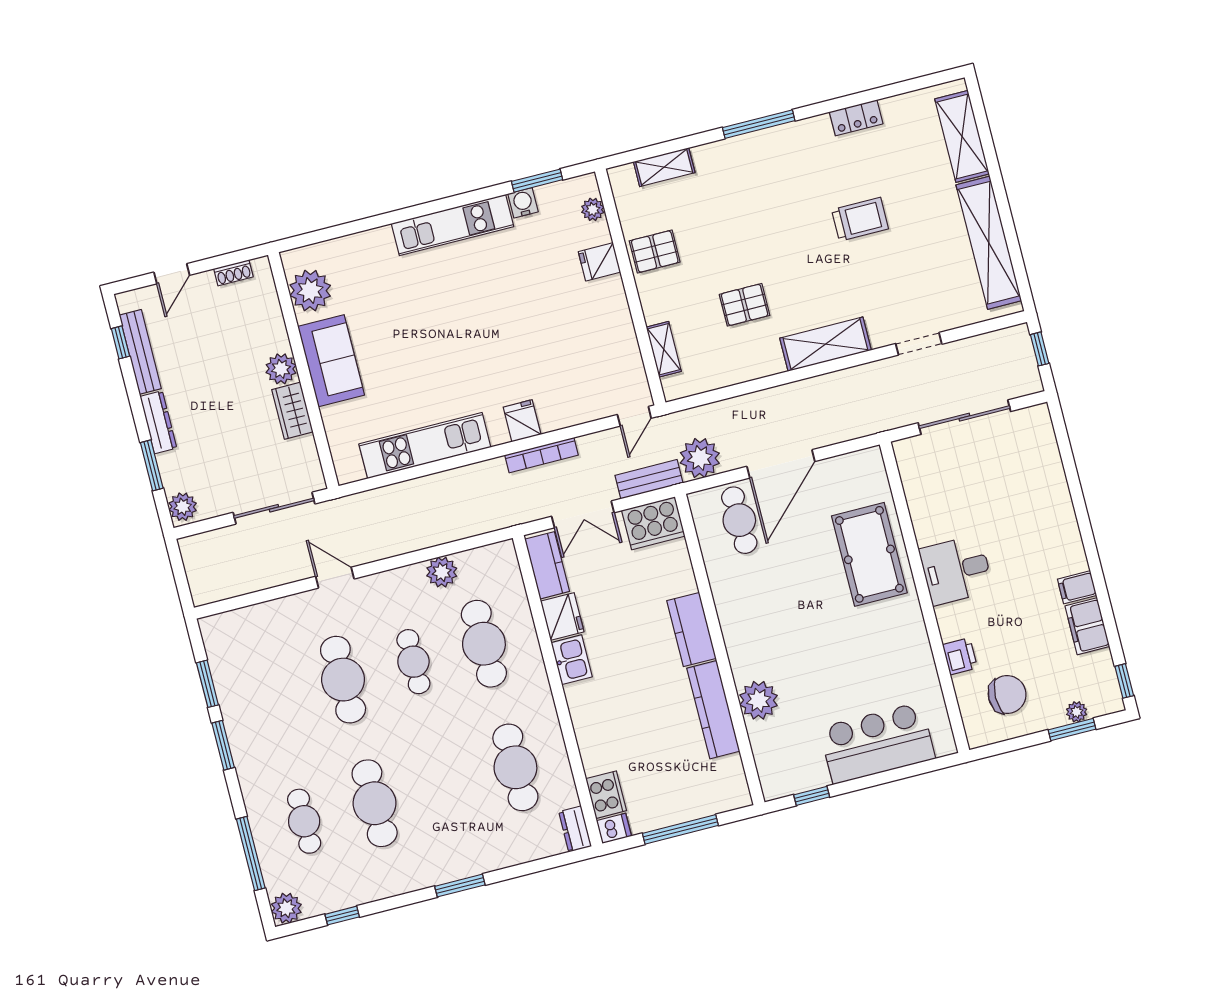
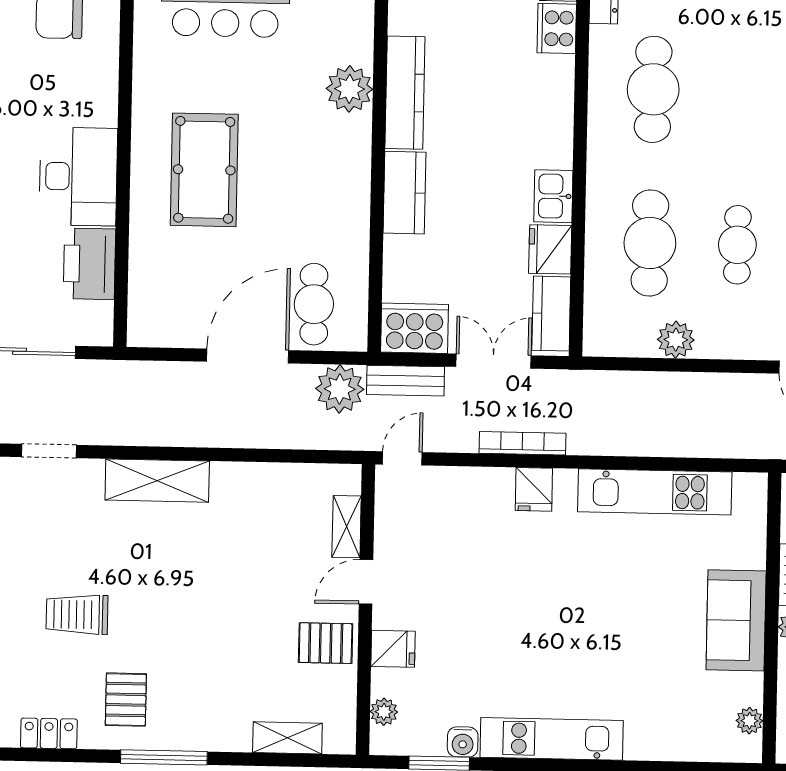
plant: (310, 291) -> (749, 721), width x0.53, depth x0.53
pallet: (745, 305) -> (126, 700), moved, turned 90
door: (636, 309) -> (366, 582), added
pool table: (869, 554) -> (204, 170), moved
desk: (956, 570) -> (78, 177), width x1.37
printer: (960, 656) -> (89, 264), moved, width x1.87, depth x1.48

